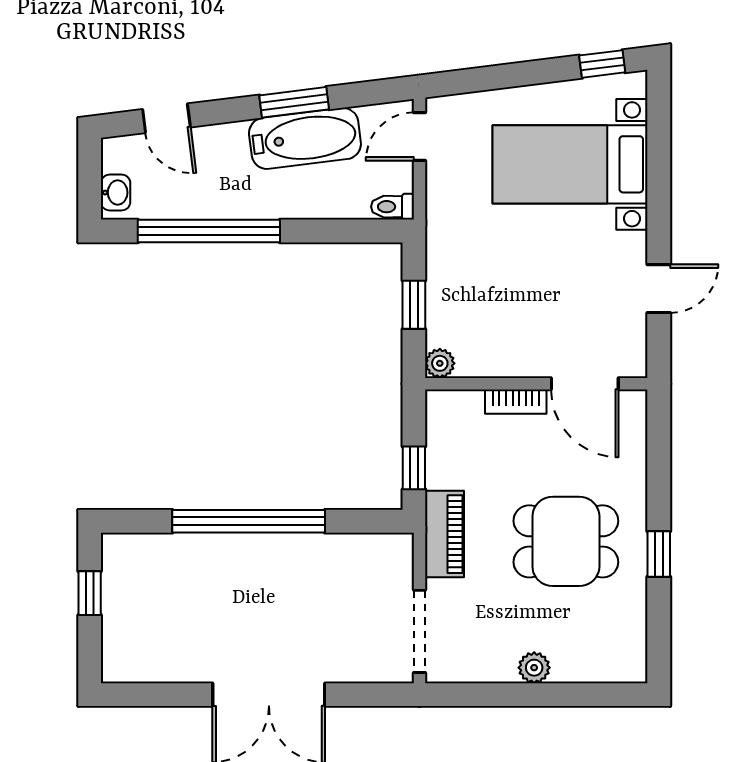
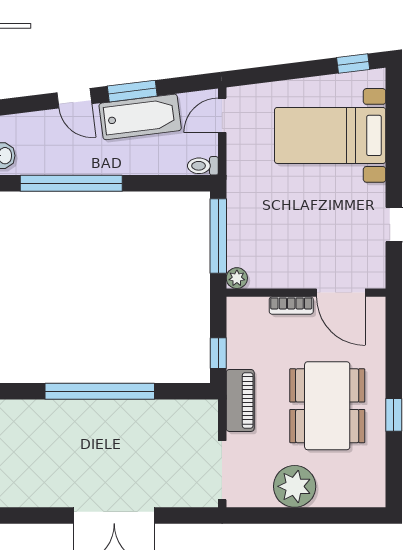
door: (166, 118) -> (74, 98), moved
window: (414, 305) -> (218, 236), width x2.17
dining table: (566, 541) -> (327, 406), width x1.38
plant: (534, 668) -> (295, 486), width x1.88, depth x1.88

